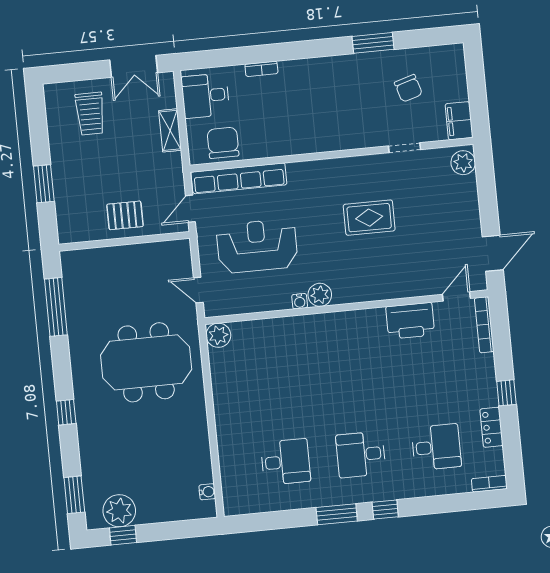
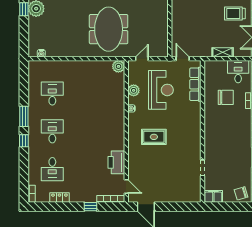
chair: (408, 88) -> (241, 193), moved
chair: (223, 143) -> (226, 97), moved
plant: (463, 163) -> (192, 196), removed
row of seats: (239, 178) -> (195, 84), width x0.73
pallet: (125, 215) -> (183, 26), removed
rug: (369, 218) -> (154, 137), moved, turned 90
plant: (320, 295) -> (134, 90), moved
window: (506, 393) -> (91, 207), moved
desk: (285, 462) -> (52, 94), turned 180

